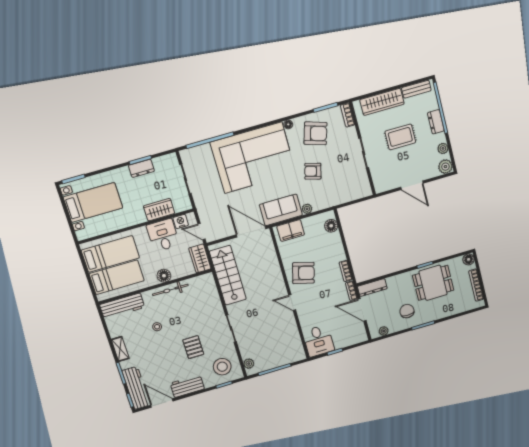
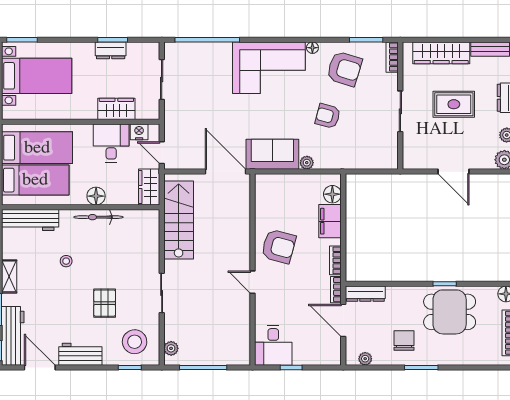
corner sofa: (253, 158) -> (269, 68), width x0.73, depth x0.74
filing cabinet: (291, 230) -> (330, 221), moved, turned 90

